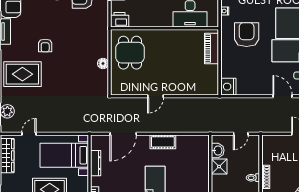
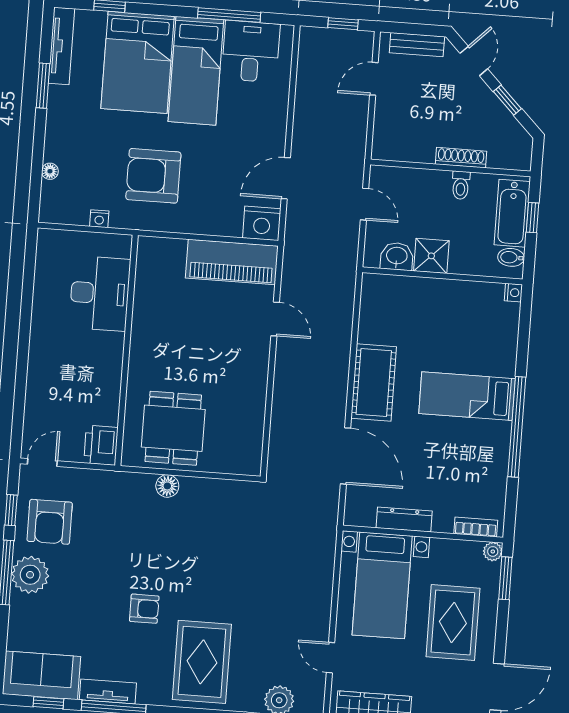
piano: (212, 48) -> (232, 262), moved, width x1.37, depth x1.33
dining table: (130, 53) -> (173, 428), turned 90
floor lamp: (103, 63) -> (167, 486), moved
door: (156, 96) -> (275, 319), moved
door: (283, 96) -> (286, 178), moved
cot: (163, 142) -> (374, 383), width x1.37, depth x1.34

